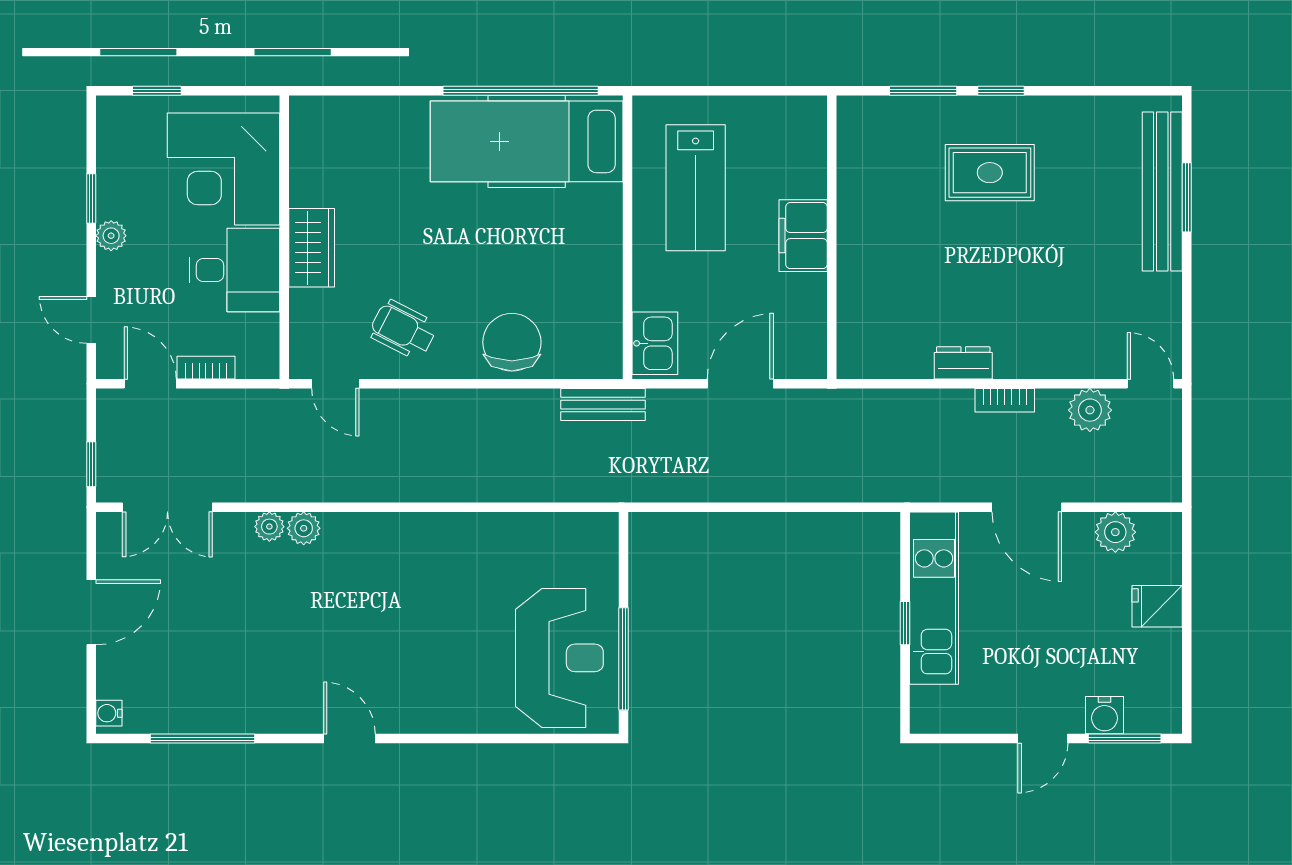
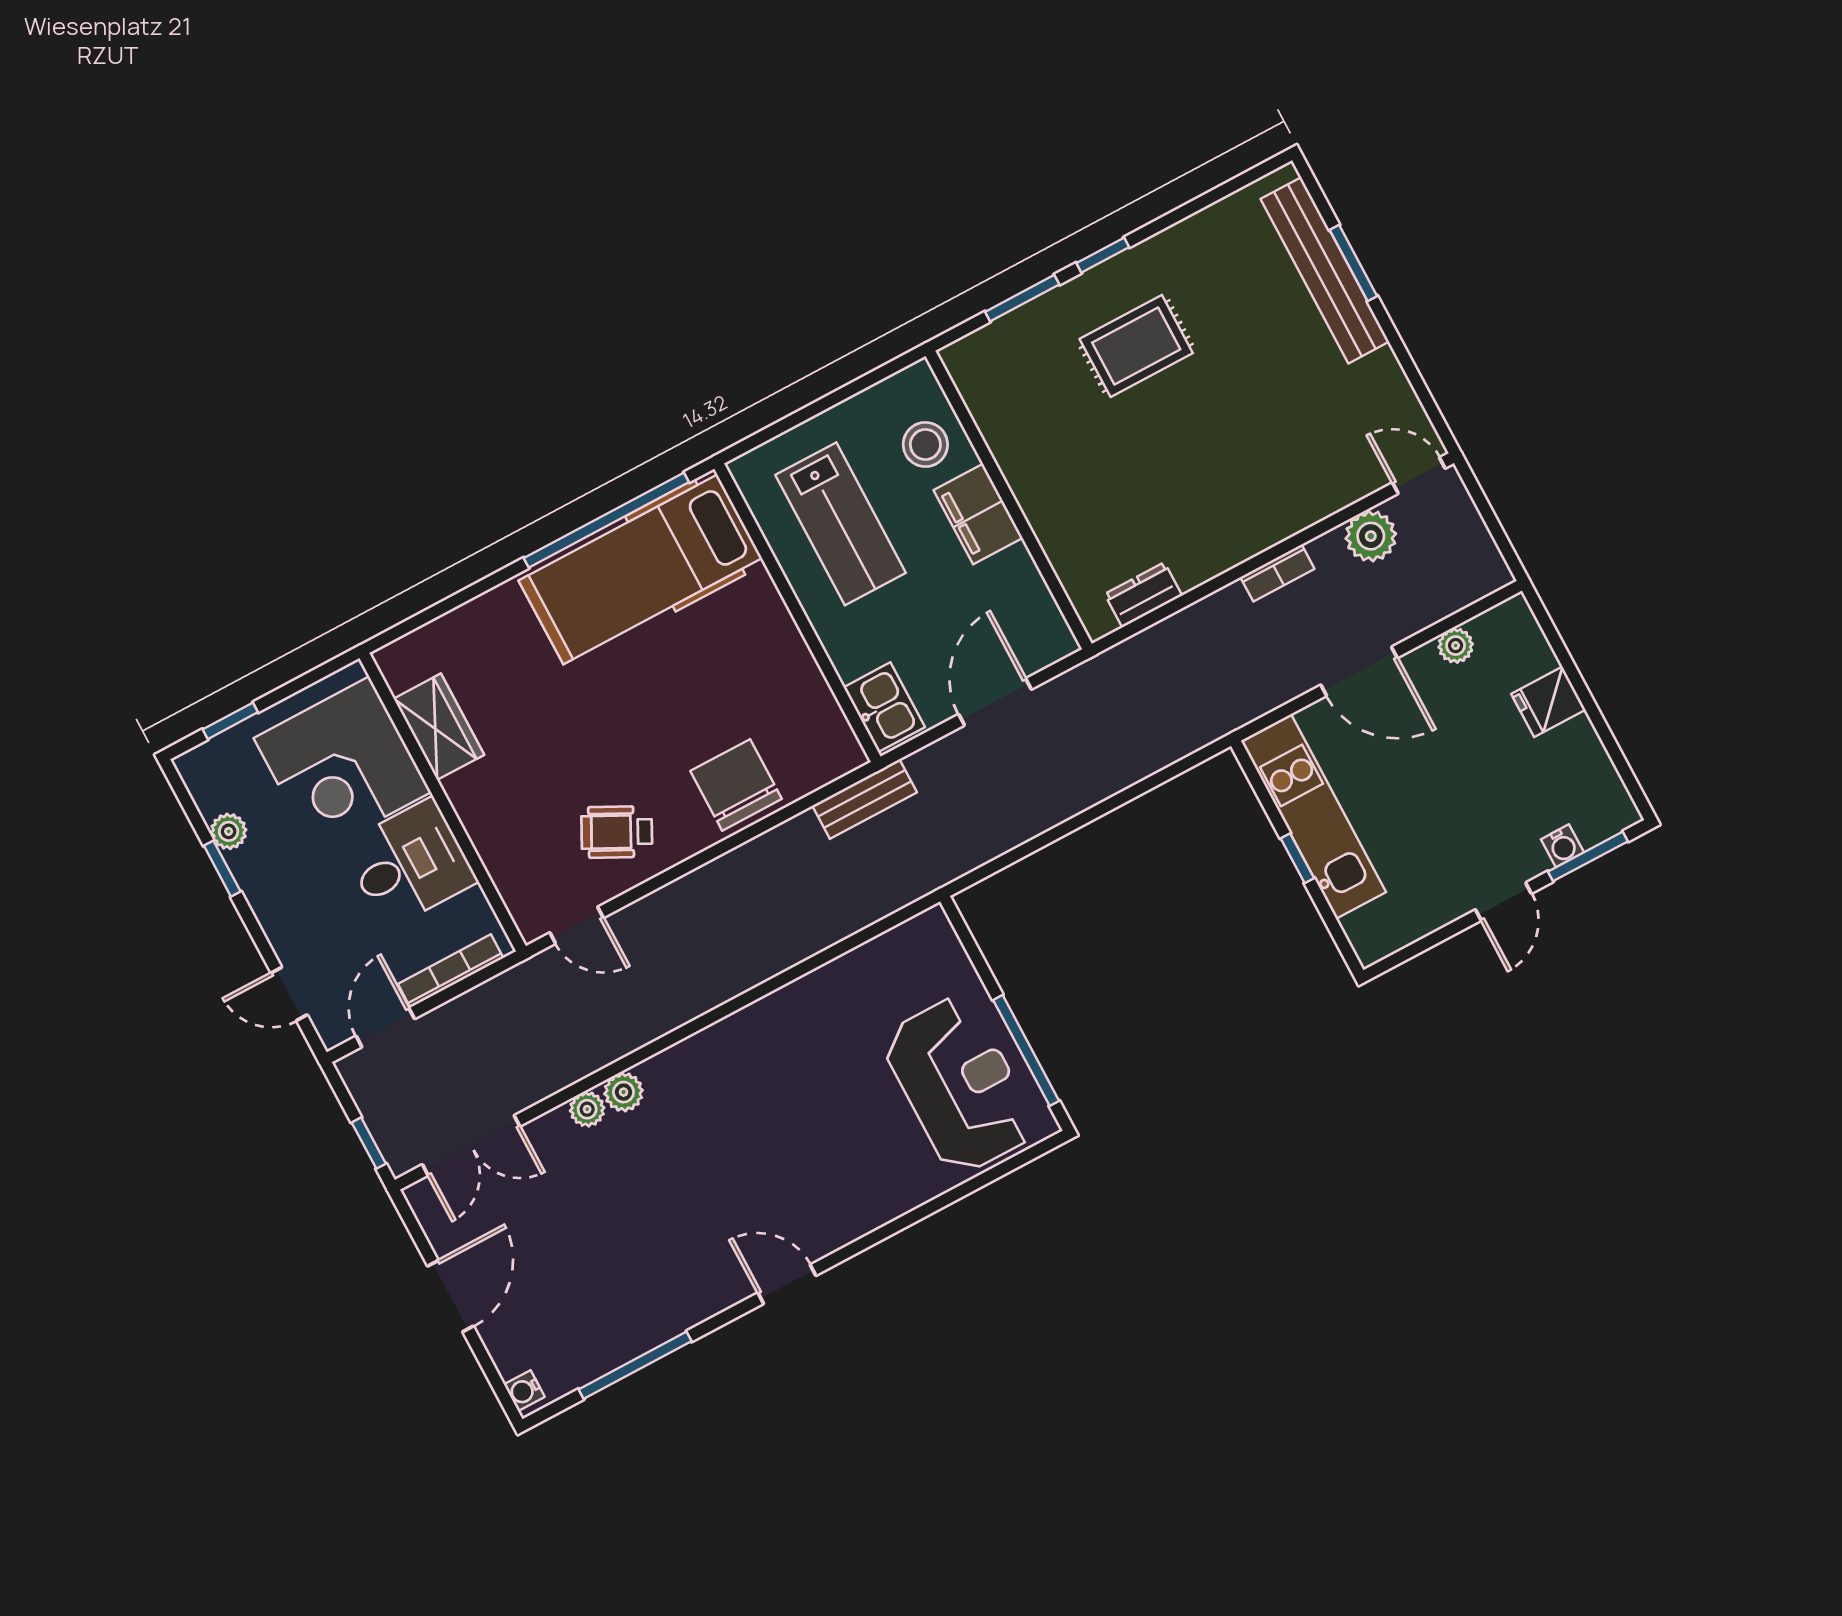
stool: (791, 162) -> (925, 445), added
plant: (111, 236) -> (229, 831), moved
wardrobe: (312, 248) -> (439, 727), moved
dresser: (963, 363) -> (1143, 595), moved
bookcase: (206, 368) -> (451, 971), width x1.56
door: (150, 384) -> (385, 1027), hinge flipped
plant: (1115, 532) -> (1456, 646), width x0.73, depth x0.73
water cooler: (1104, 715) -> (1562, 846), width x0.72, depth x0.72

